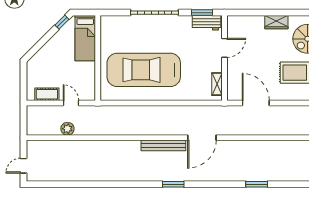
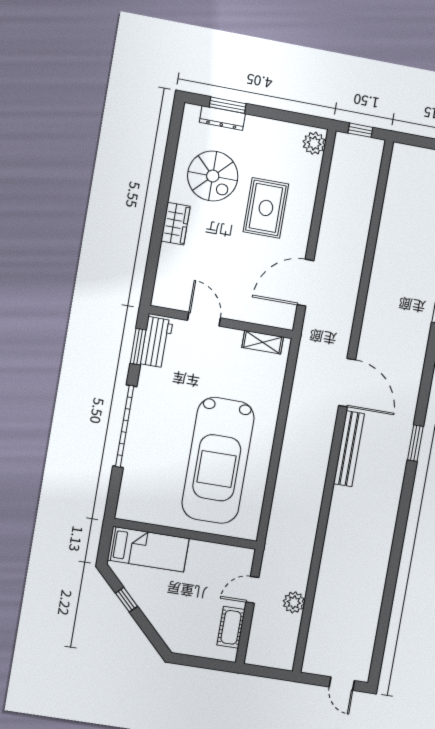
window: (62, 22) -> (126, 600), moved

